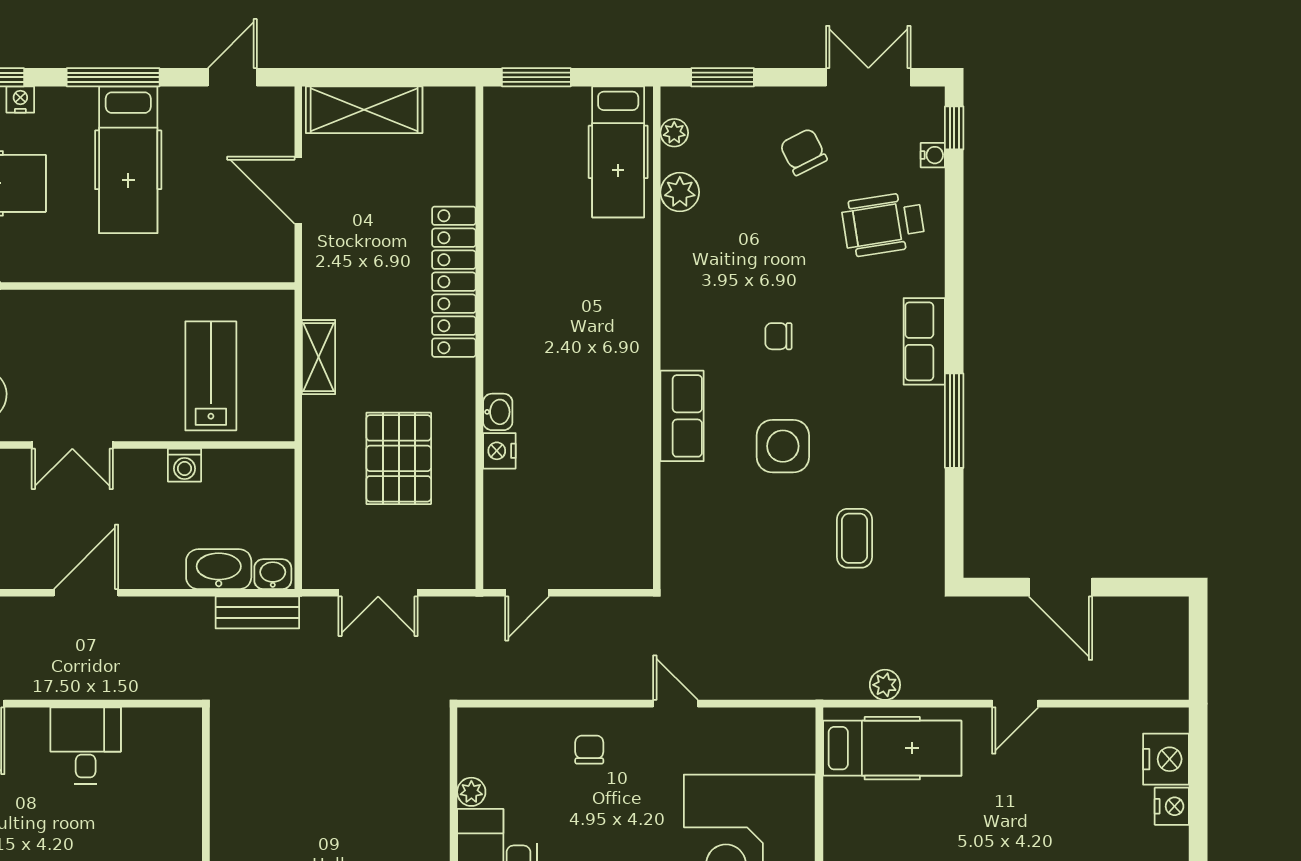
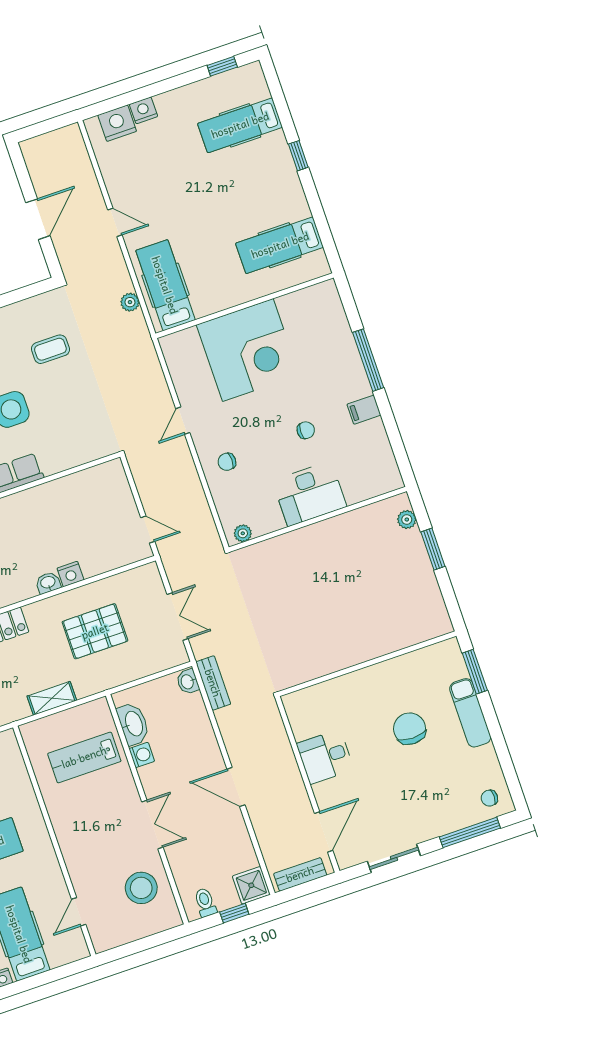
washbasin: (219, 569) -> (133, 724), moved, turned 180
plant: (471, 792) -> (243, 533), moved

